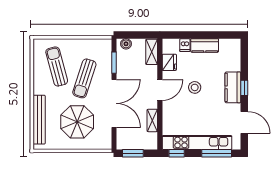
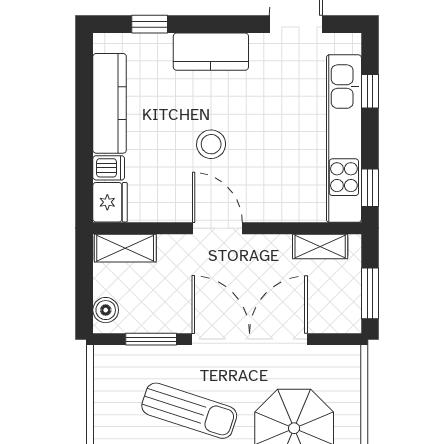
kitchen counter: (205, 45) -> (110, 103), width x1.50
fridge: (169, 62) -> (110, 202), moved, turned 90
window: (244, 88) -> (150, 24), moved
shelving: (152, 120) -> (320, 246), moved
window: (217, 153) -> (370, 91), width x0.46

